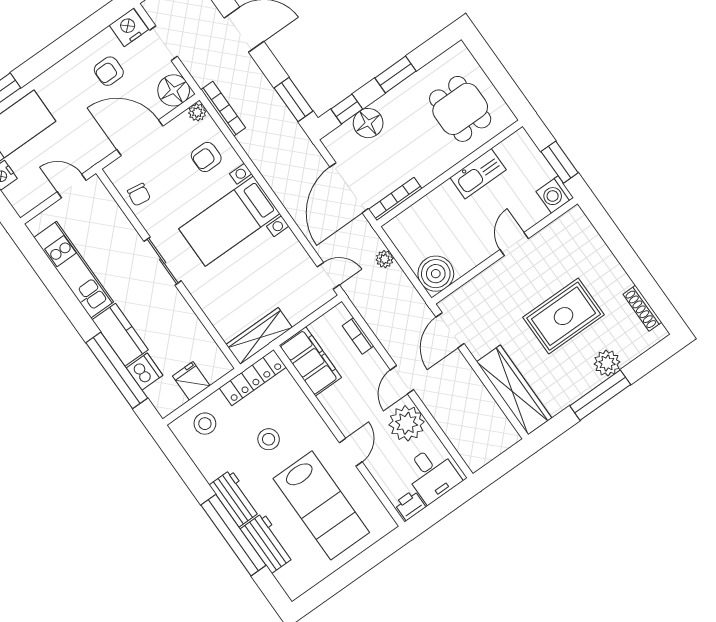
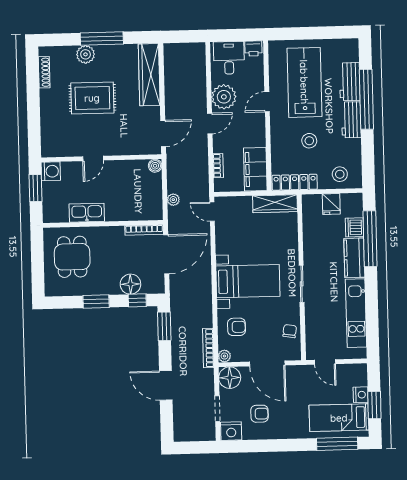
boiler: (436, 274) -> (155, 166), width x0.54, depth x0.54

